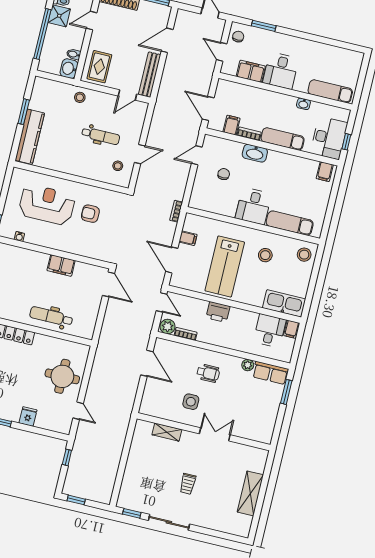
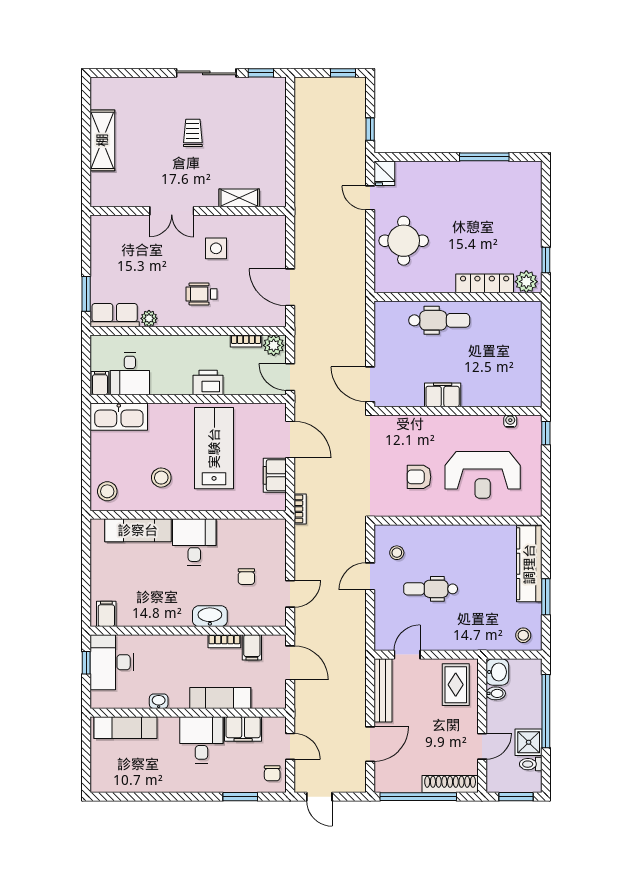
stool: (80, 97) -> (523, 635), moved
exam couch: (283, 139) -> (220, 698), moved, turned 180
armchair: (90, 214) -> (419, 477), turned 180
filing cabinet: (188, 238) -> (275, 475), width x2.00
fridge: (28, 416) -> (384, 173), moved

